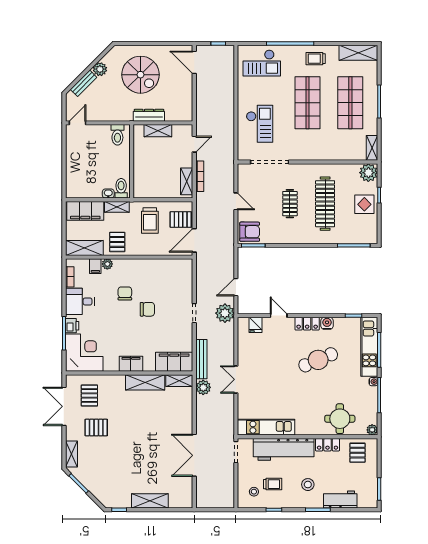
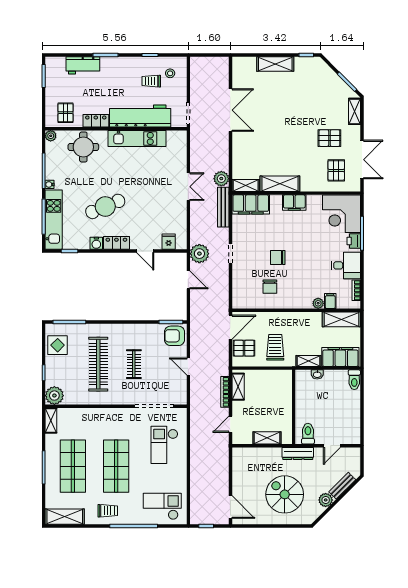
dresser: (149, 115) -> (298, 453), moved
door: (78, 123) -> (332, 446), moved
toilet: (121, 188) -> (354, 380), moved
display table: (364, 204) -> (58, 345), moved
pallet: (117, 242) -> (308, 326), removed
door: (236, 287) -> (188, 280), hinge flipped
chair: (125, 293) -> (270, 287), moved
kitchen unit: (266, 427) -> (137, 138), moved
stool: (308, 485) -> (116, 81), removed

